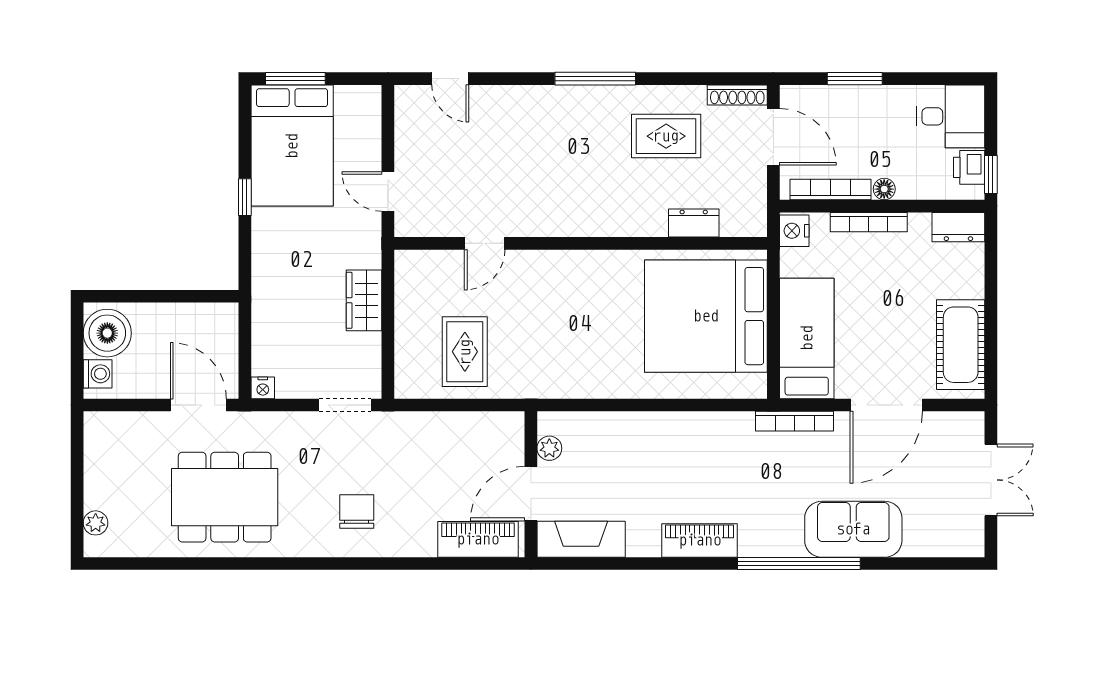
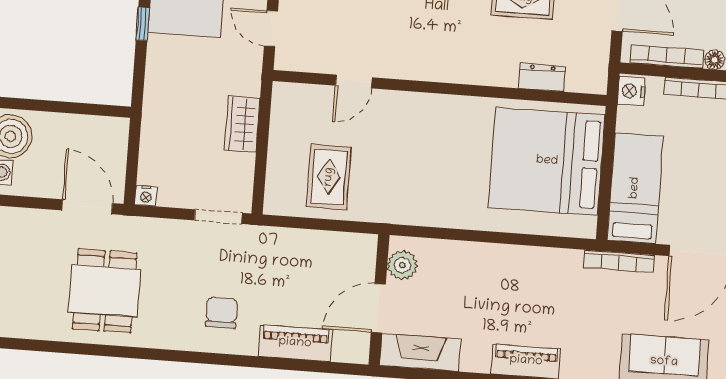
plant: (549, 448) -> (402, 265), width x1.38, depth x1.38
dining table: (225, 497) -> (104, 291), width x0.73
piano: (478, 539) -> (295, 343), moved

